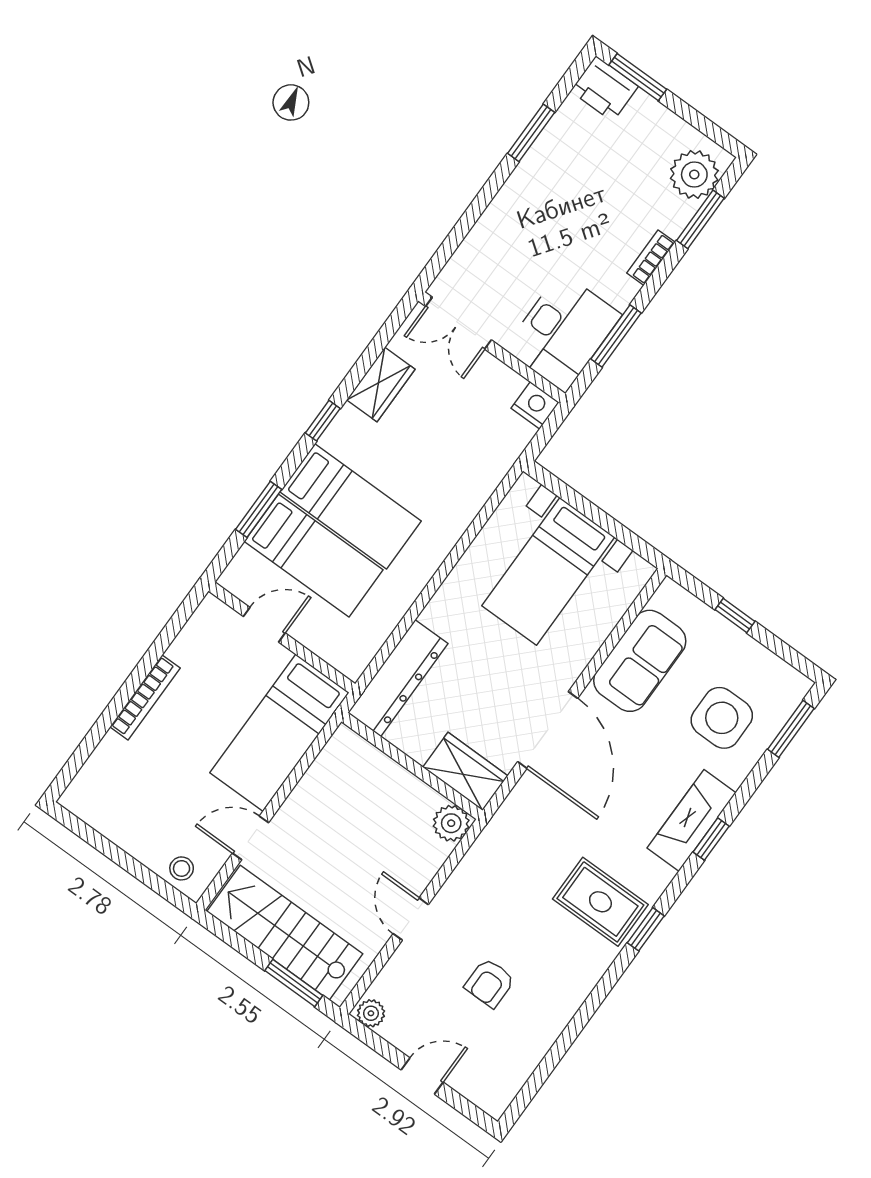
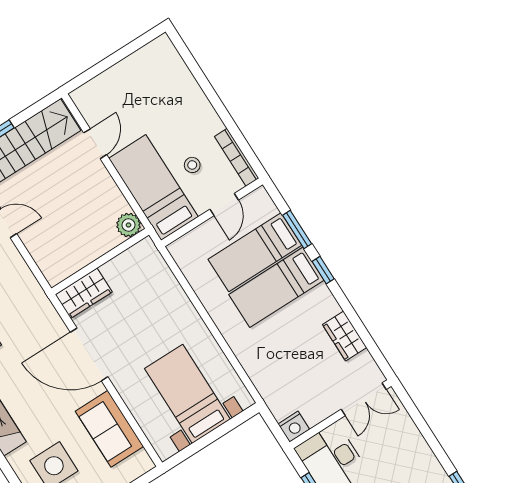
double door: (459, 323) -> (364, 399), swing flipped
window: (323, 421) -> (323, 270), moved
dresser: (398, 678) -> (158, 274), removed
bookcase: (145, 698) -> (237, 157), moved
plant: (451, 823) -> (129, 225), moved
stool: (182, 868) -> (192, 165), moved

